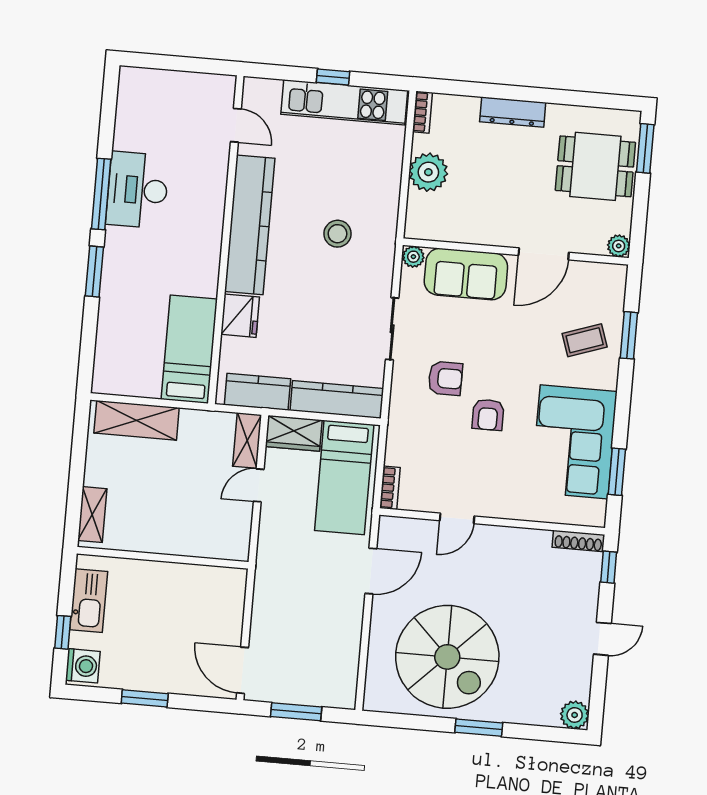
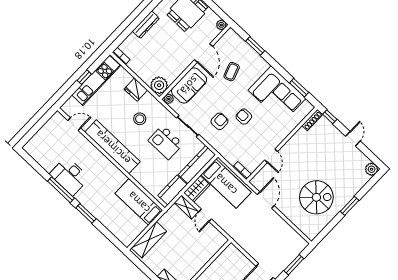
plant: (428, 172) -> (159, 85), moved
kitchen island: (332, 312) -> (166, 142), added
fridge: (240, 316) -> (136, 90), moved, turned 180
coffee table: (585, 340) -> (232, 72), moved
armchair: (488, 415) -> (244, 117), turned 180
spiral stairs: (447, 657) -> (316, 197), width x0.73, depth x0.73

